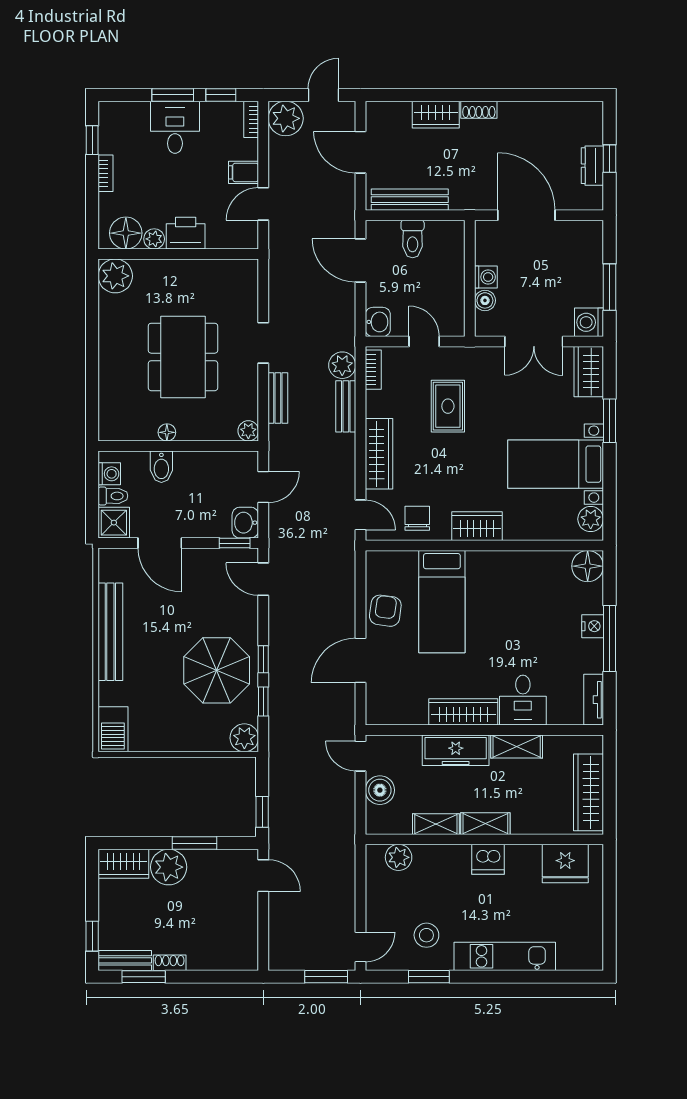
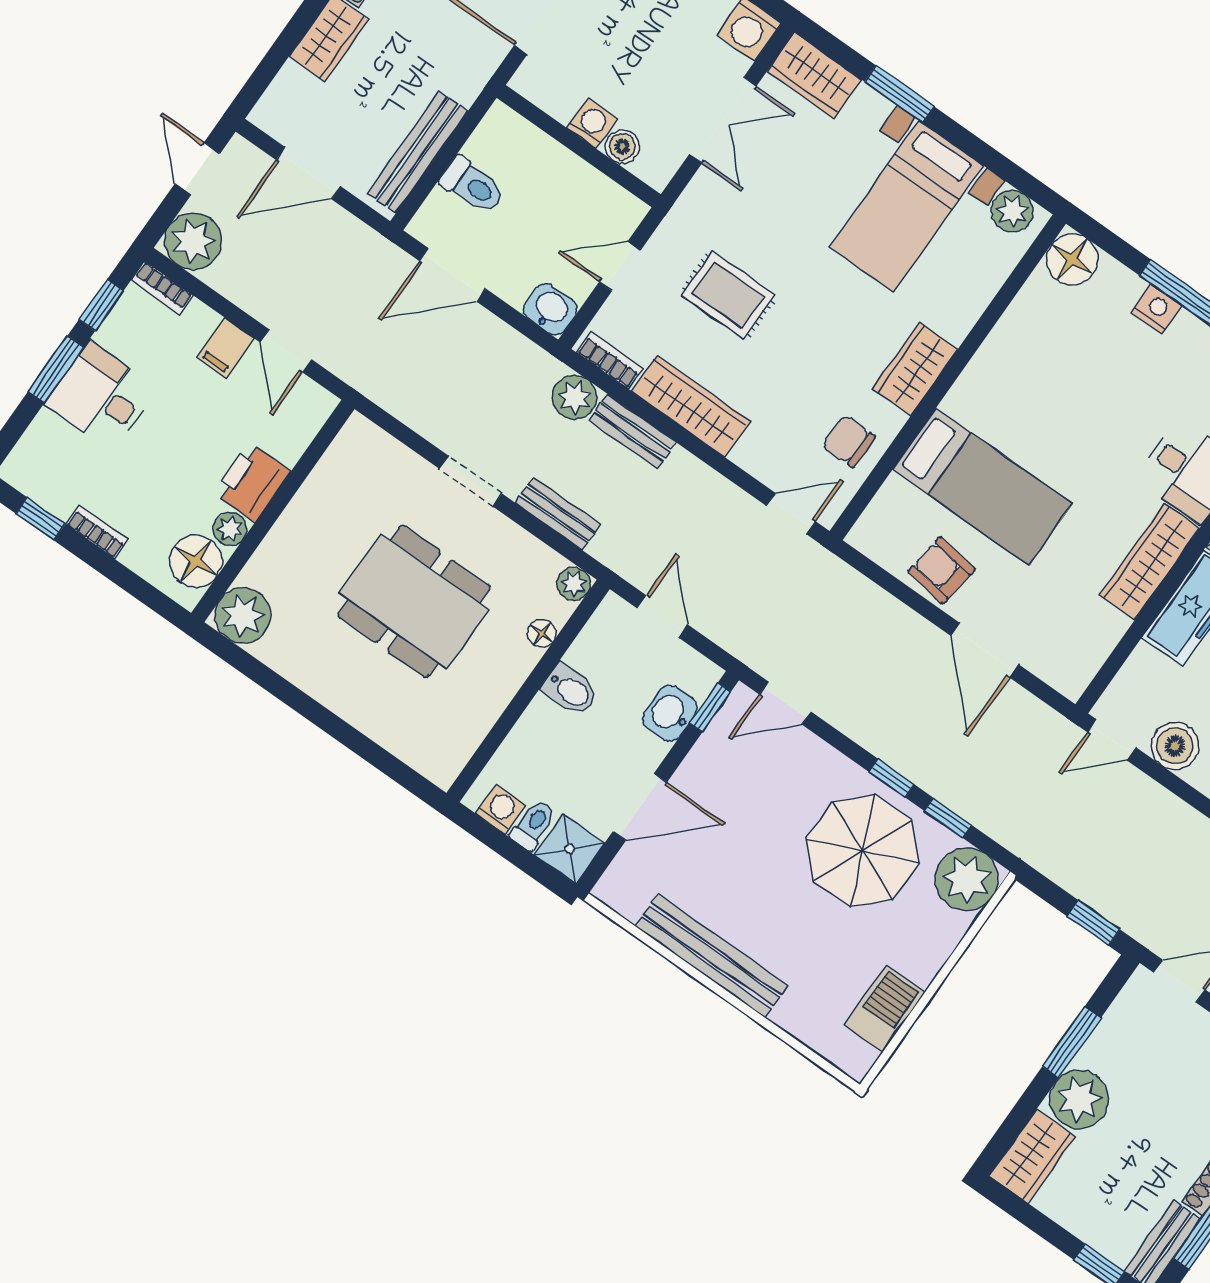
floor lamp: (167, 432) -> (542, 633), moved
wardrobe: (379, 454) -> (691, 406), moved
bidet: (161, 467) -> (570, 690), moved
washbasin: (245, 523) -> (670, 713), moved, turned 90
barbecue: (113, 729) -> (884, 1009), moved, turned -90
plant: (244, 738) -> (967, 879), width x1.36, depth x1.36

